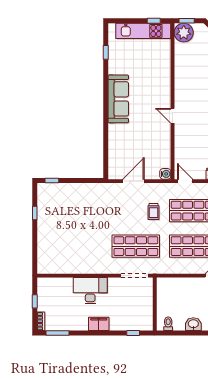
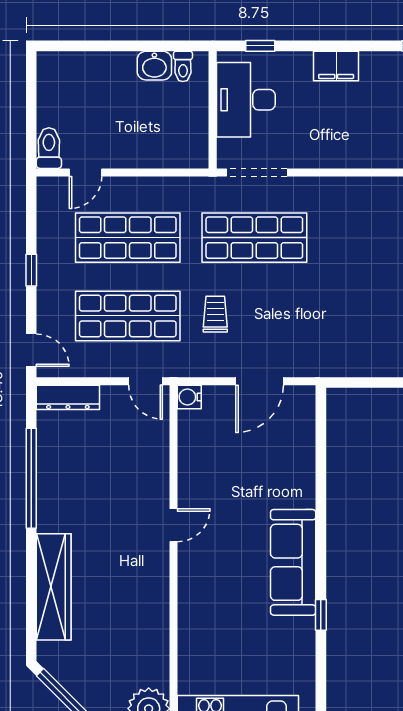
window: (106, 52) -> (321, 615), moved
door: (172, 116) -> (173, 525), hinge flipped
desk: (90, 291) -> (246, 100), moved, turned 90
washbasin: (193, 324) -> (154, 66), moved

